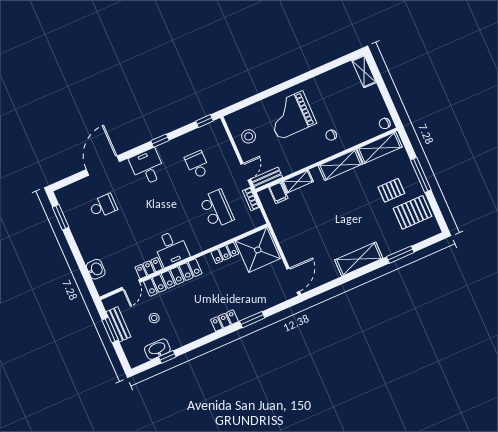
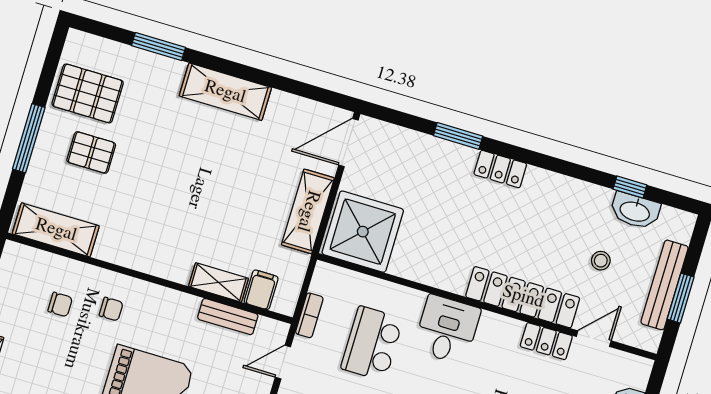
chair: (385, 123) -> (60, 305), moved
shelving: (340, 165) -> (308, 211), moved, turned 90
bench: (267, 178) -> (228, 317), moved
desk: (171, 248) -> (447, 329), moved
locker: (225, 253) -> (415, 269), removed
bench: (118, 324) -> (665, 285), width x1.36

